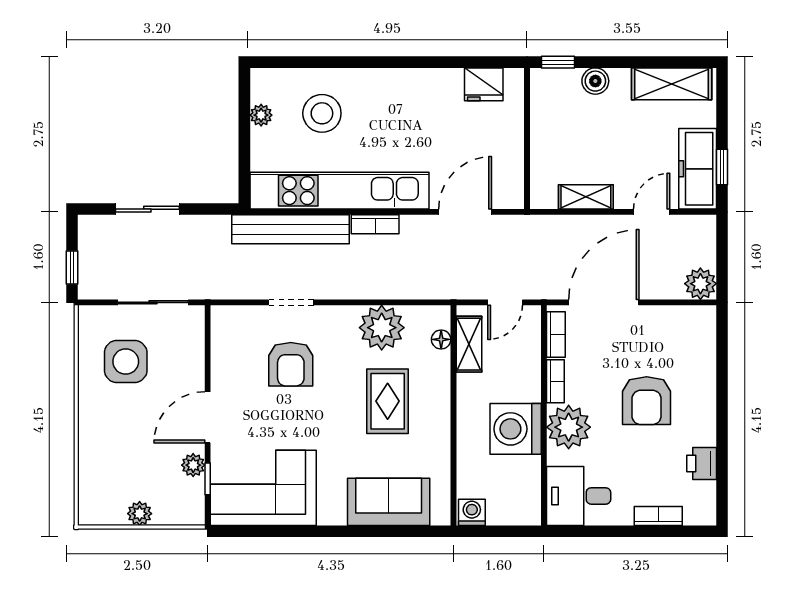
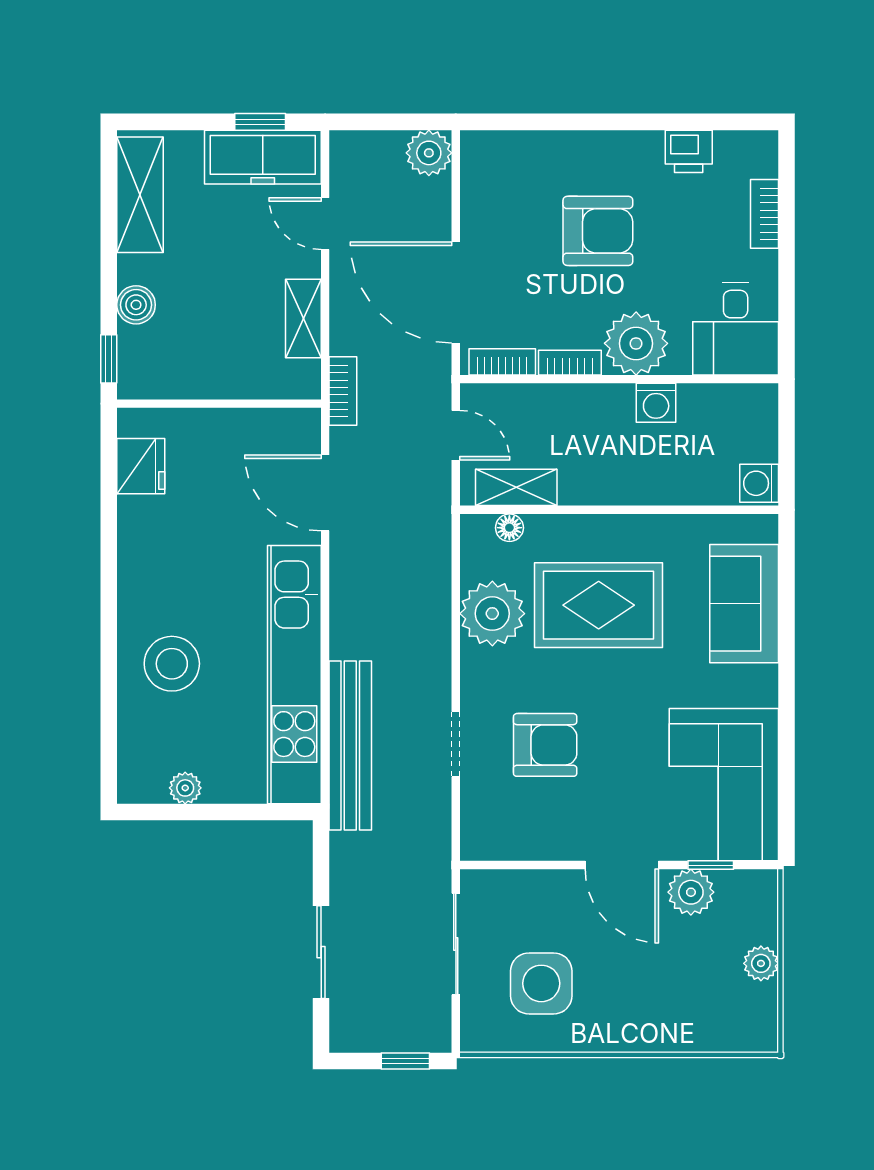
stool: (322, 113) -> (172, 664), moved
bookcase: (375, 224) -> (343, 391), moved
rug: (388, 401) -> (599, 605), width x1.36, depth x1.43
washing machine: (516, 429) -> (656, 403), width x0.53, depth x0.53
plant: (193, 465) -> (691, 892), width x1.38, depth x1.38

